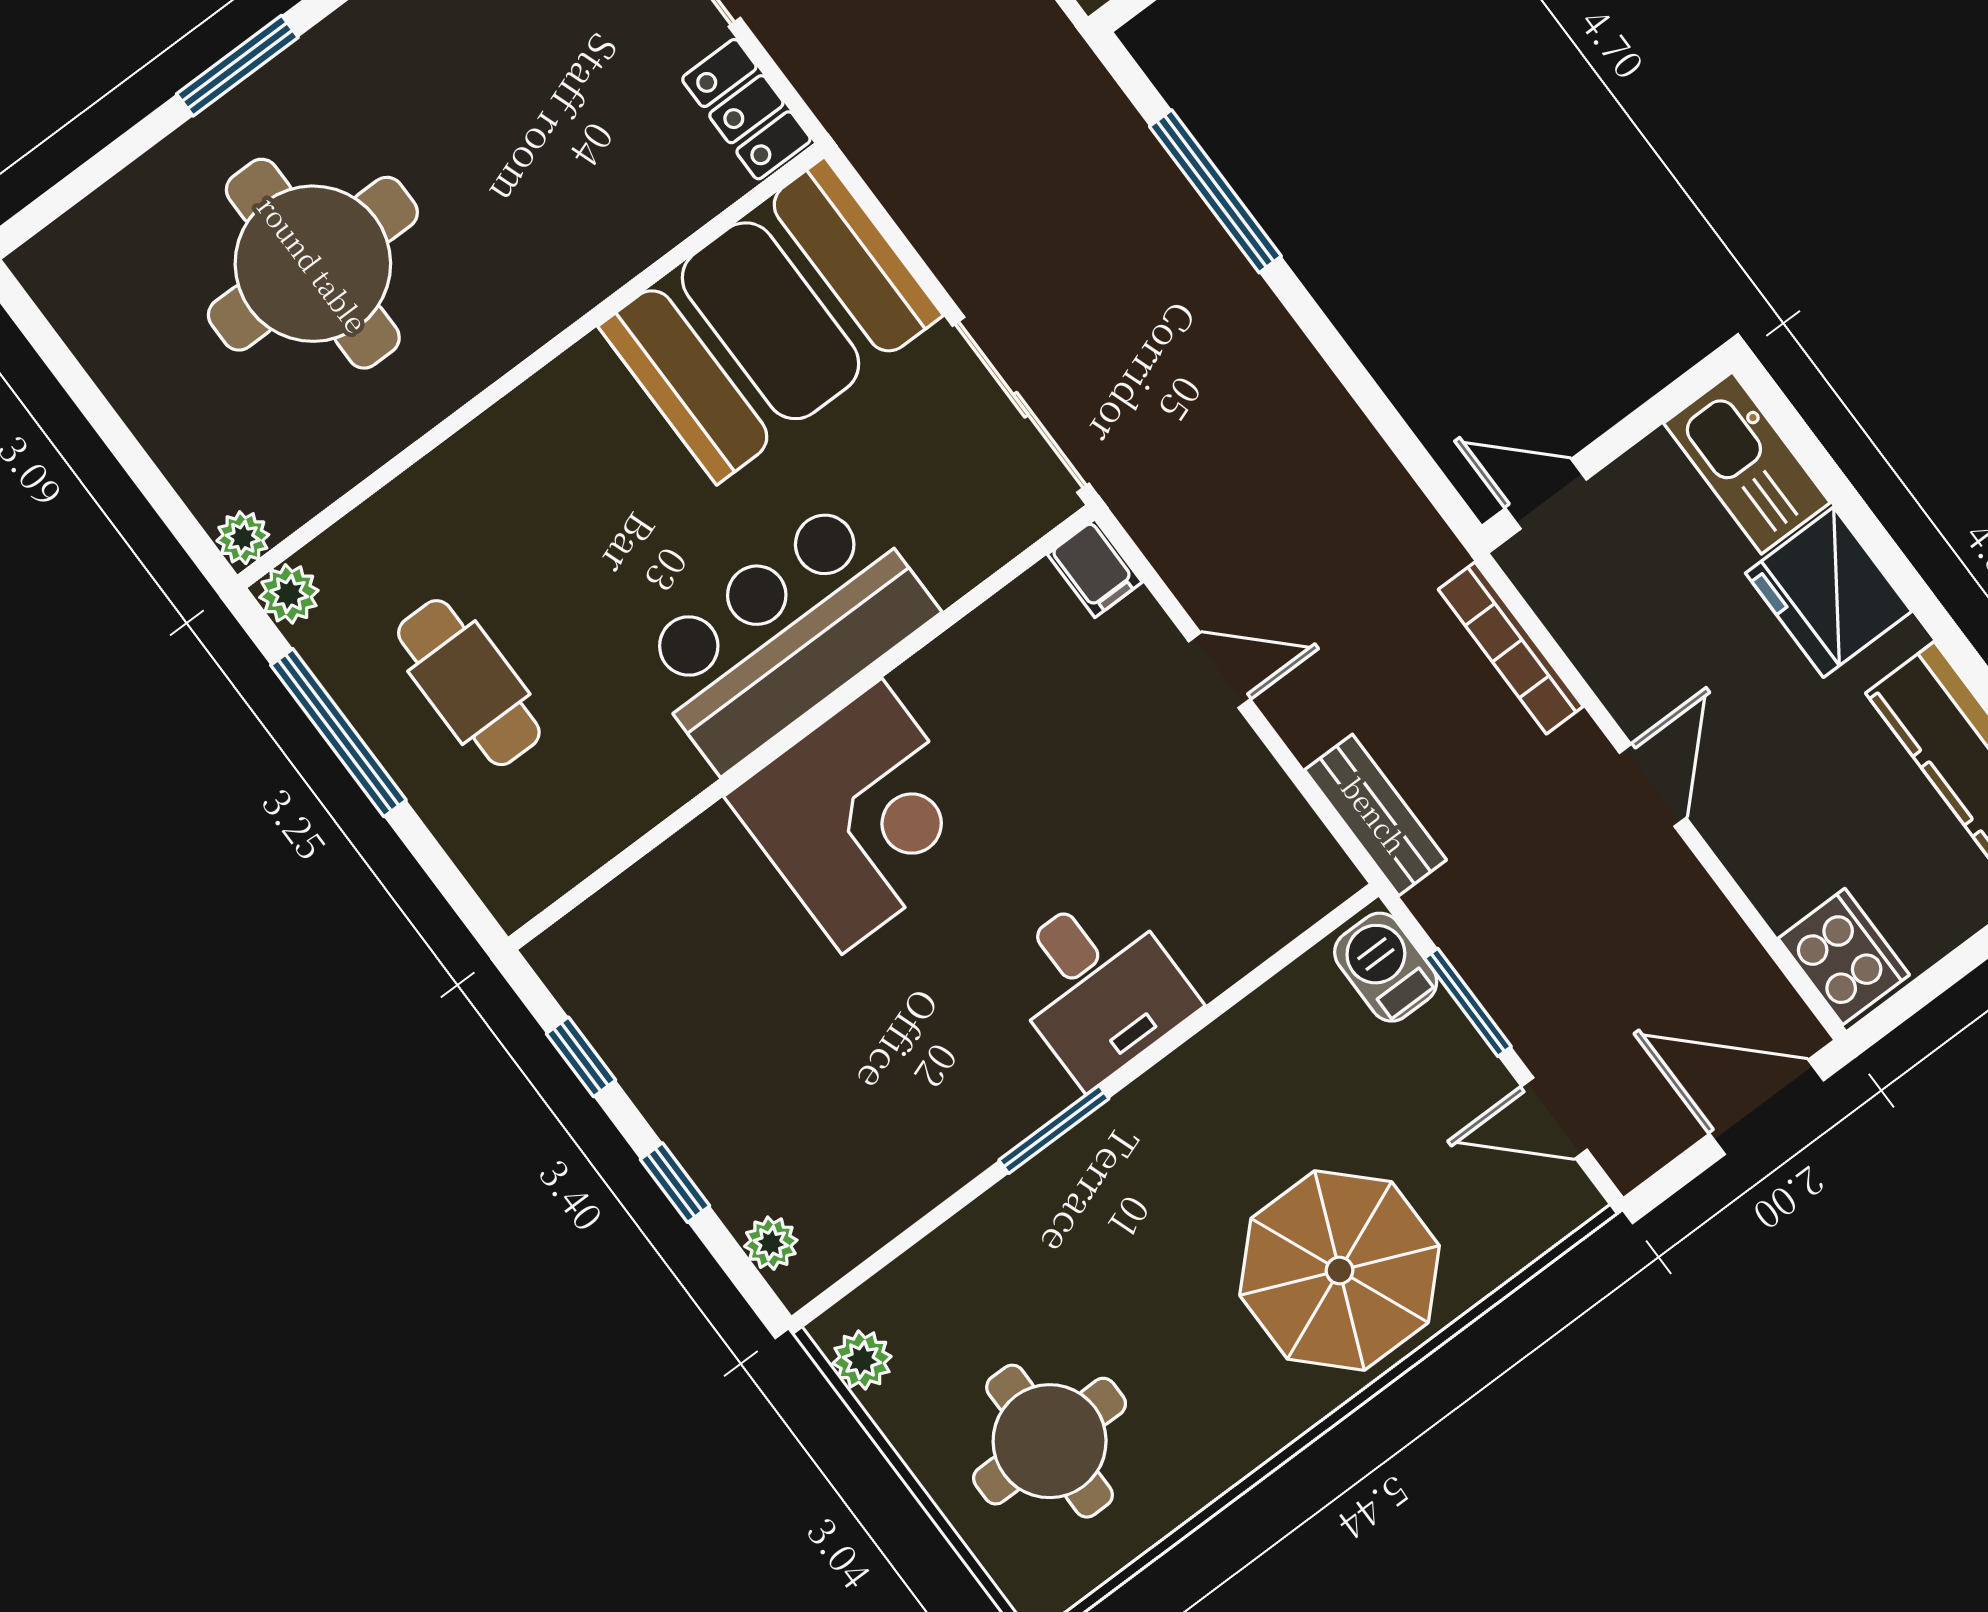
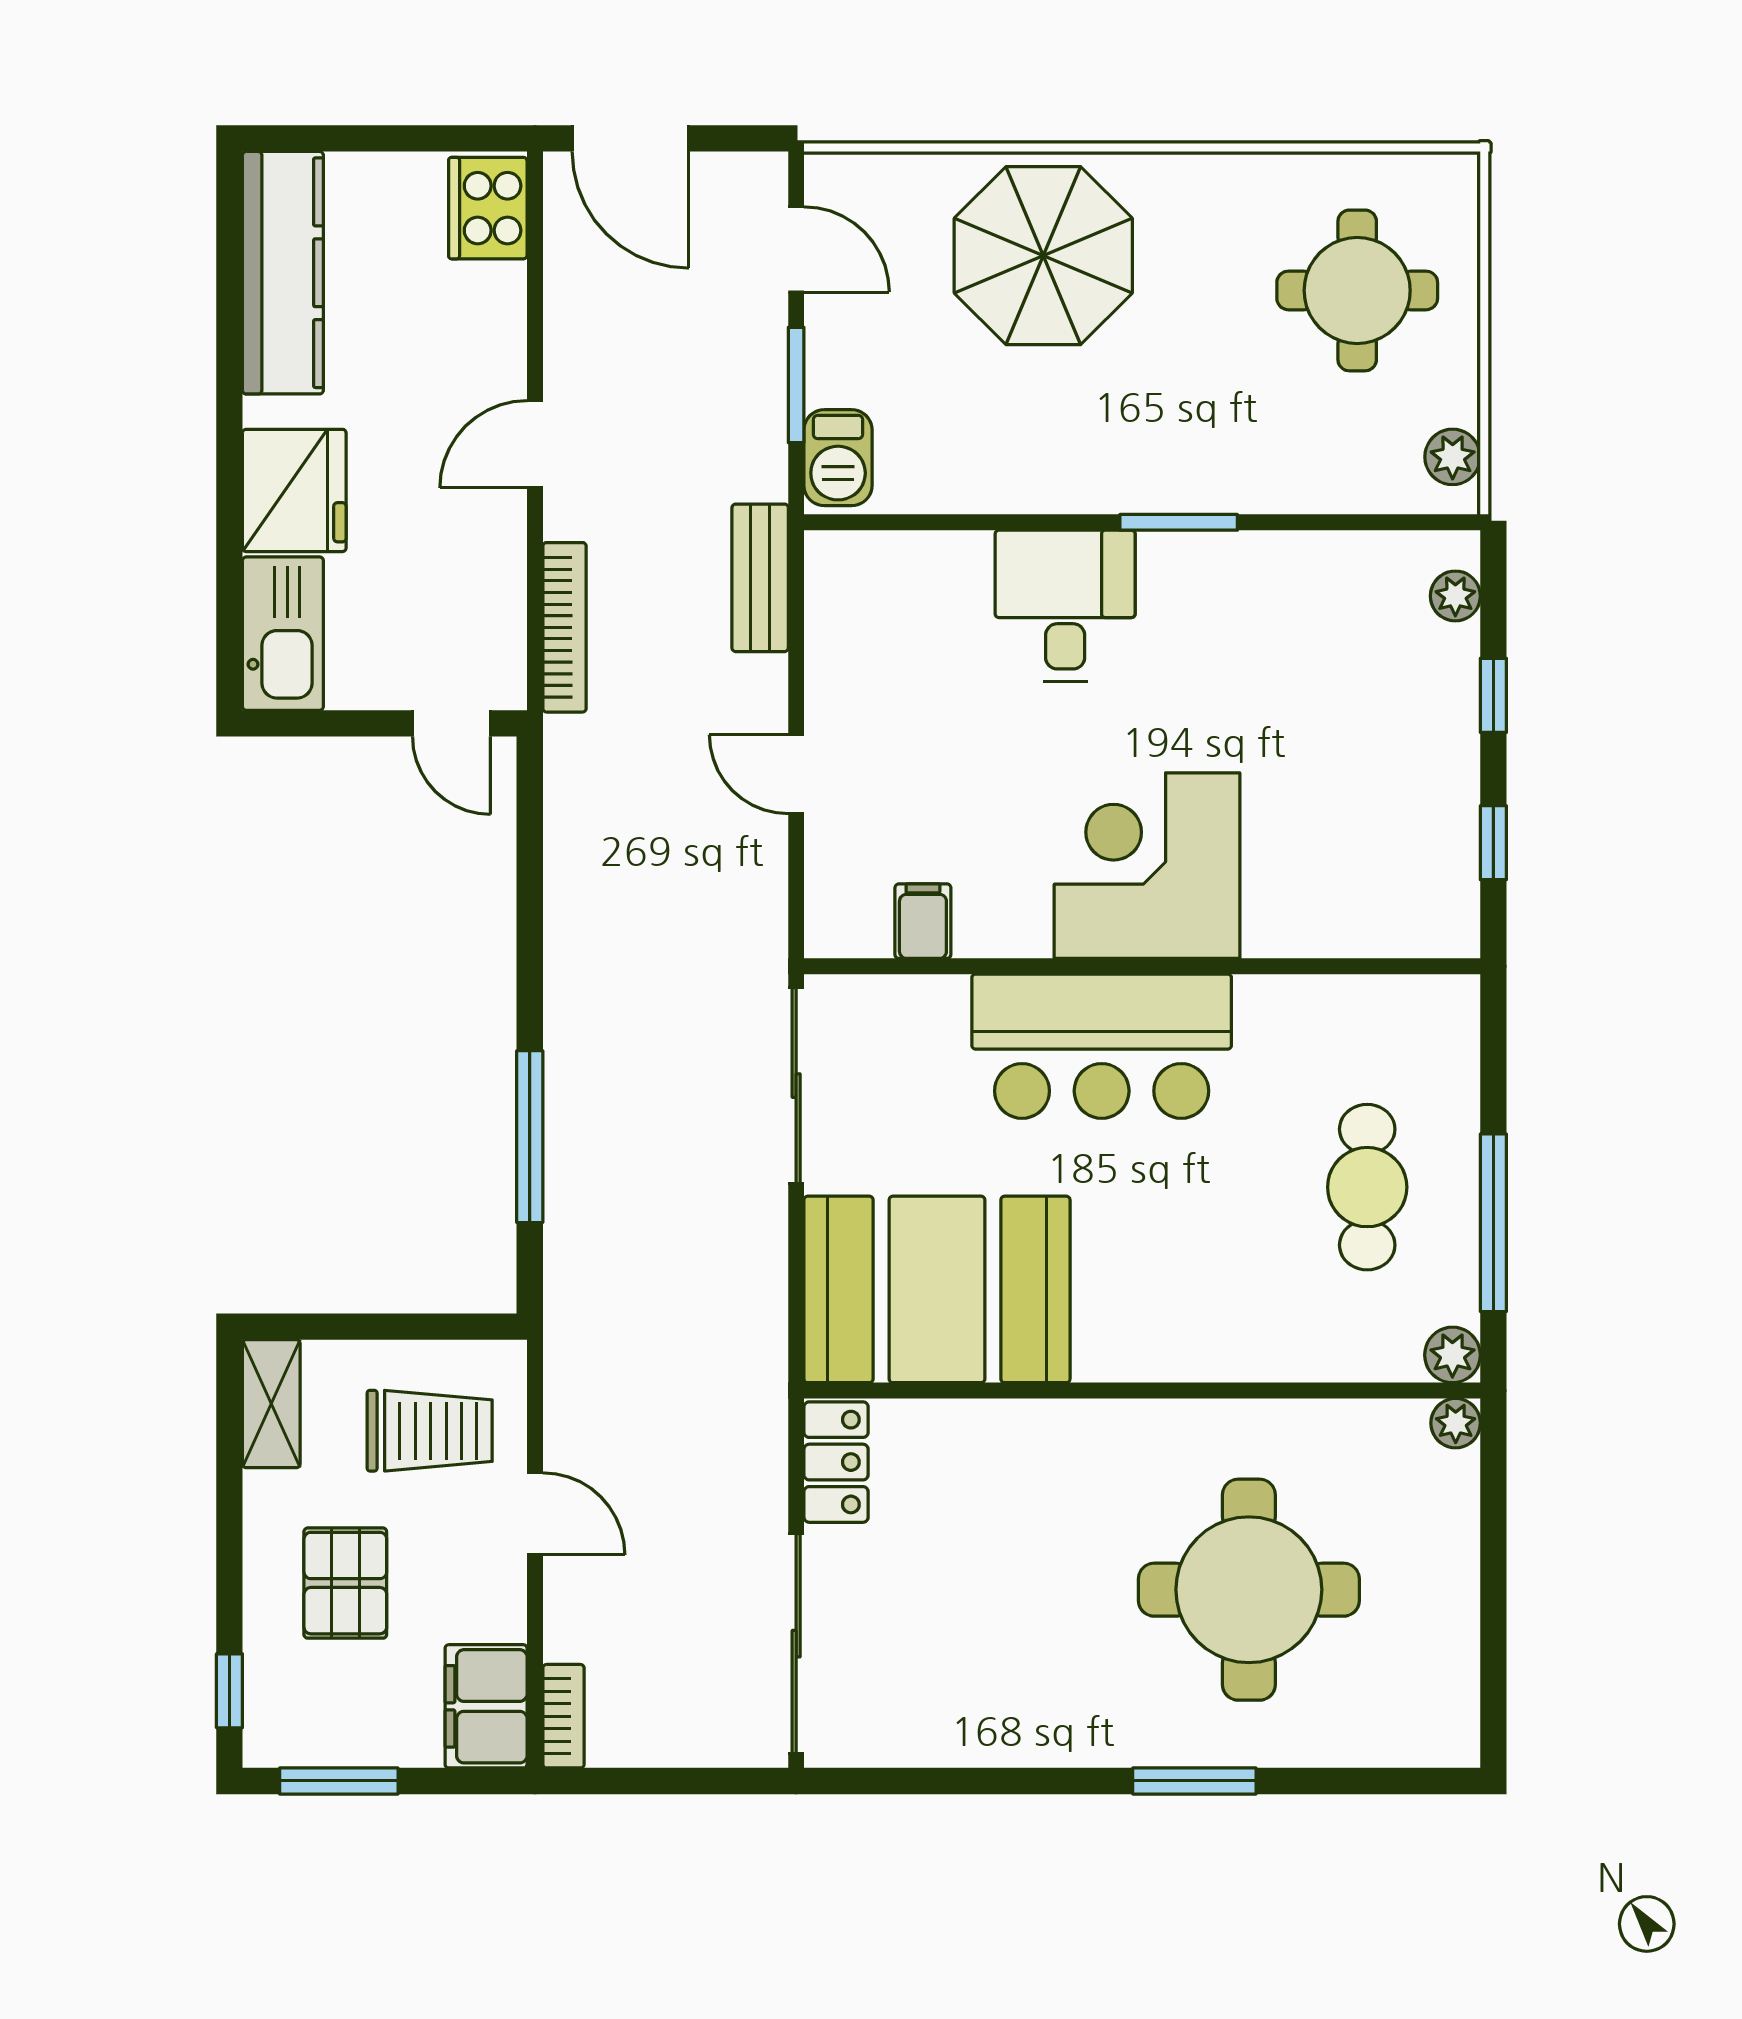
filing cabinet: (1095, 568) -> (923, 921), moved

